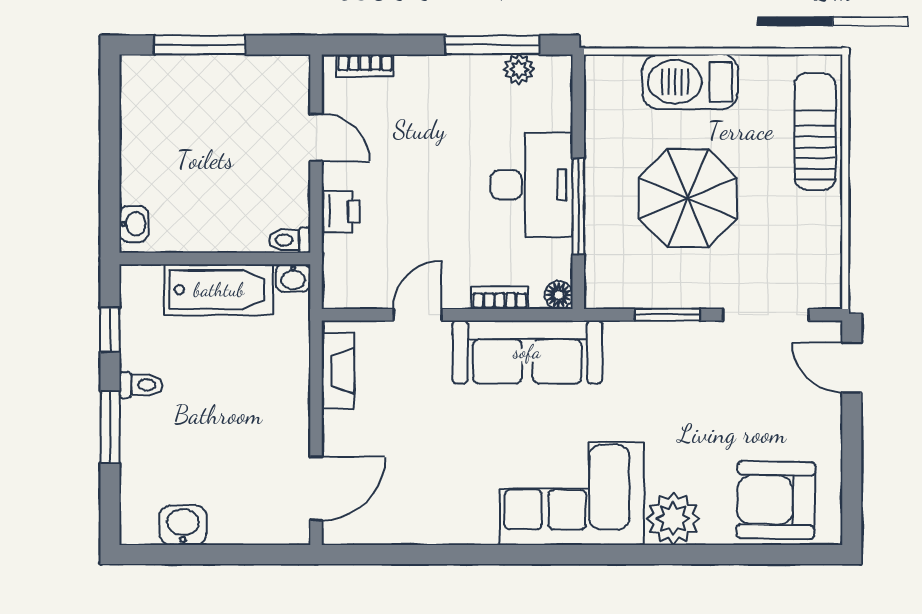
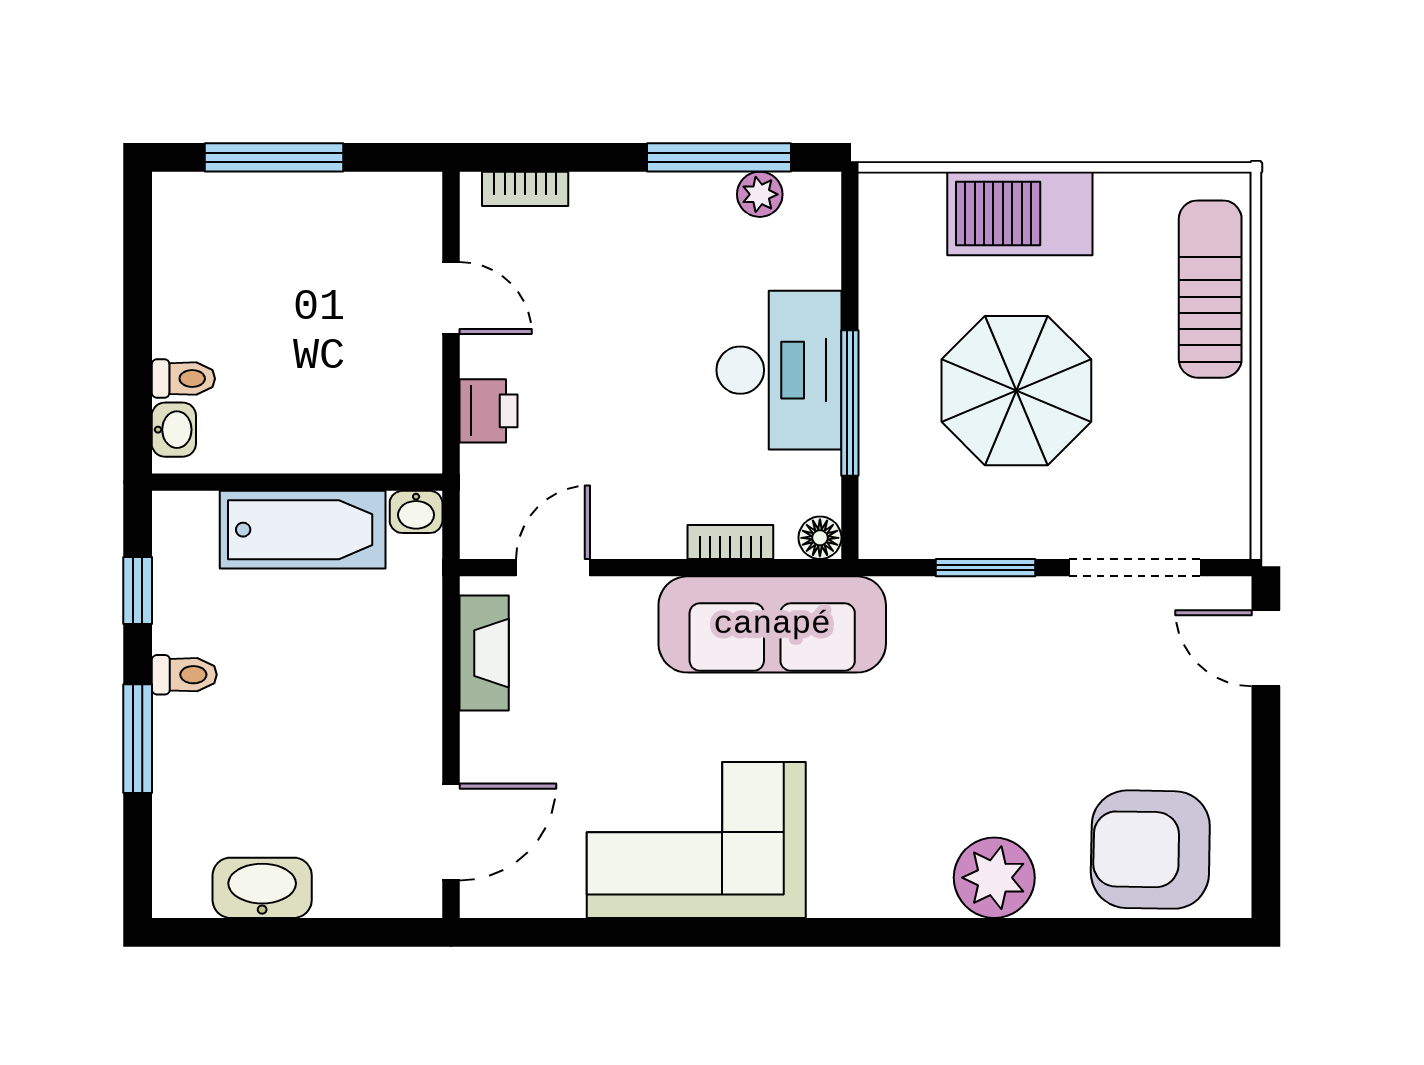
toilet: (290, 240) -> (183, 379), moved, turned 180
door: (417, 315) -> (553, 568), moved
corner sofa: (572, 494) -> (696, 840), moved
washbasin: (183, 525) -> (262, 888), width x1.38

